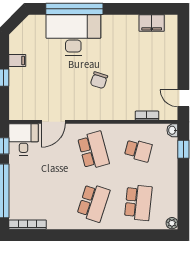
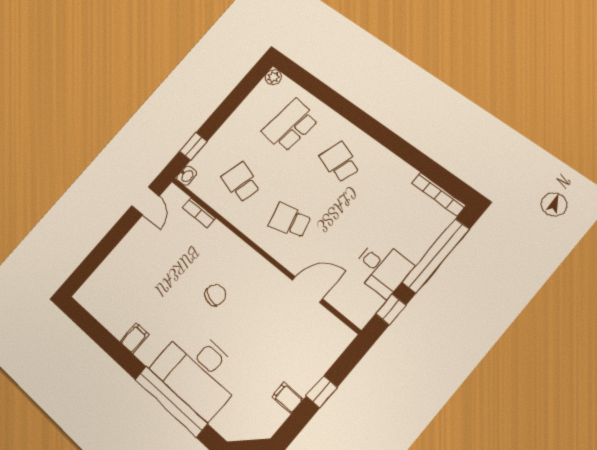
filing cabinet: (152, 23) -> (134, 338), moved, width x0.50
desk: (24, 139) -> (382, 268), moved, turned -90
school desk: (93, 150) -> (290, 221), width x0.54
school desk: (93, 203) -> (340, 162), width x0.54

